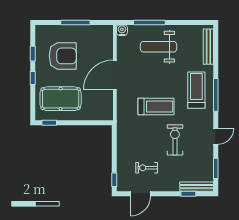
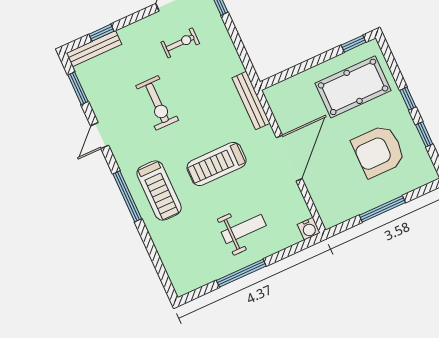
window: (149, 22) -> (241, 273), moved
weight bench: (159, 47) -> (244, 229), width x0.73, depth x0.75
bench: (208, 47) -> (251, 101), moved
treadmill: (156, 107) -> (217, 164), moved

